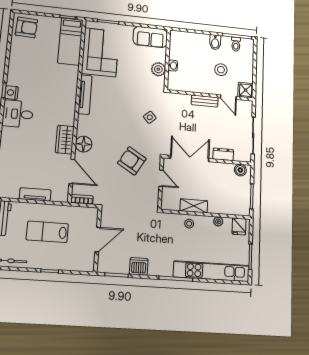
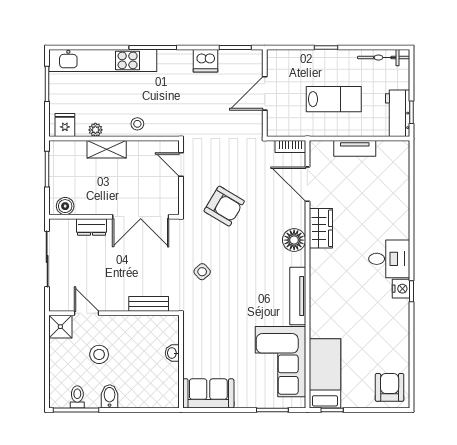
armchair: (26, 27) -> (390, 387), turned 87
plant: (158, 69) -> (193, 345), removed
bench: (205, 101) -> (149, 304), moved
floor lamp: (84, 144) -> (294, 240), moved
door: (161, 178) -> (181, 164), moved
shelving: (194, 206) -> (107, 149), moved

